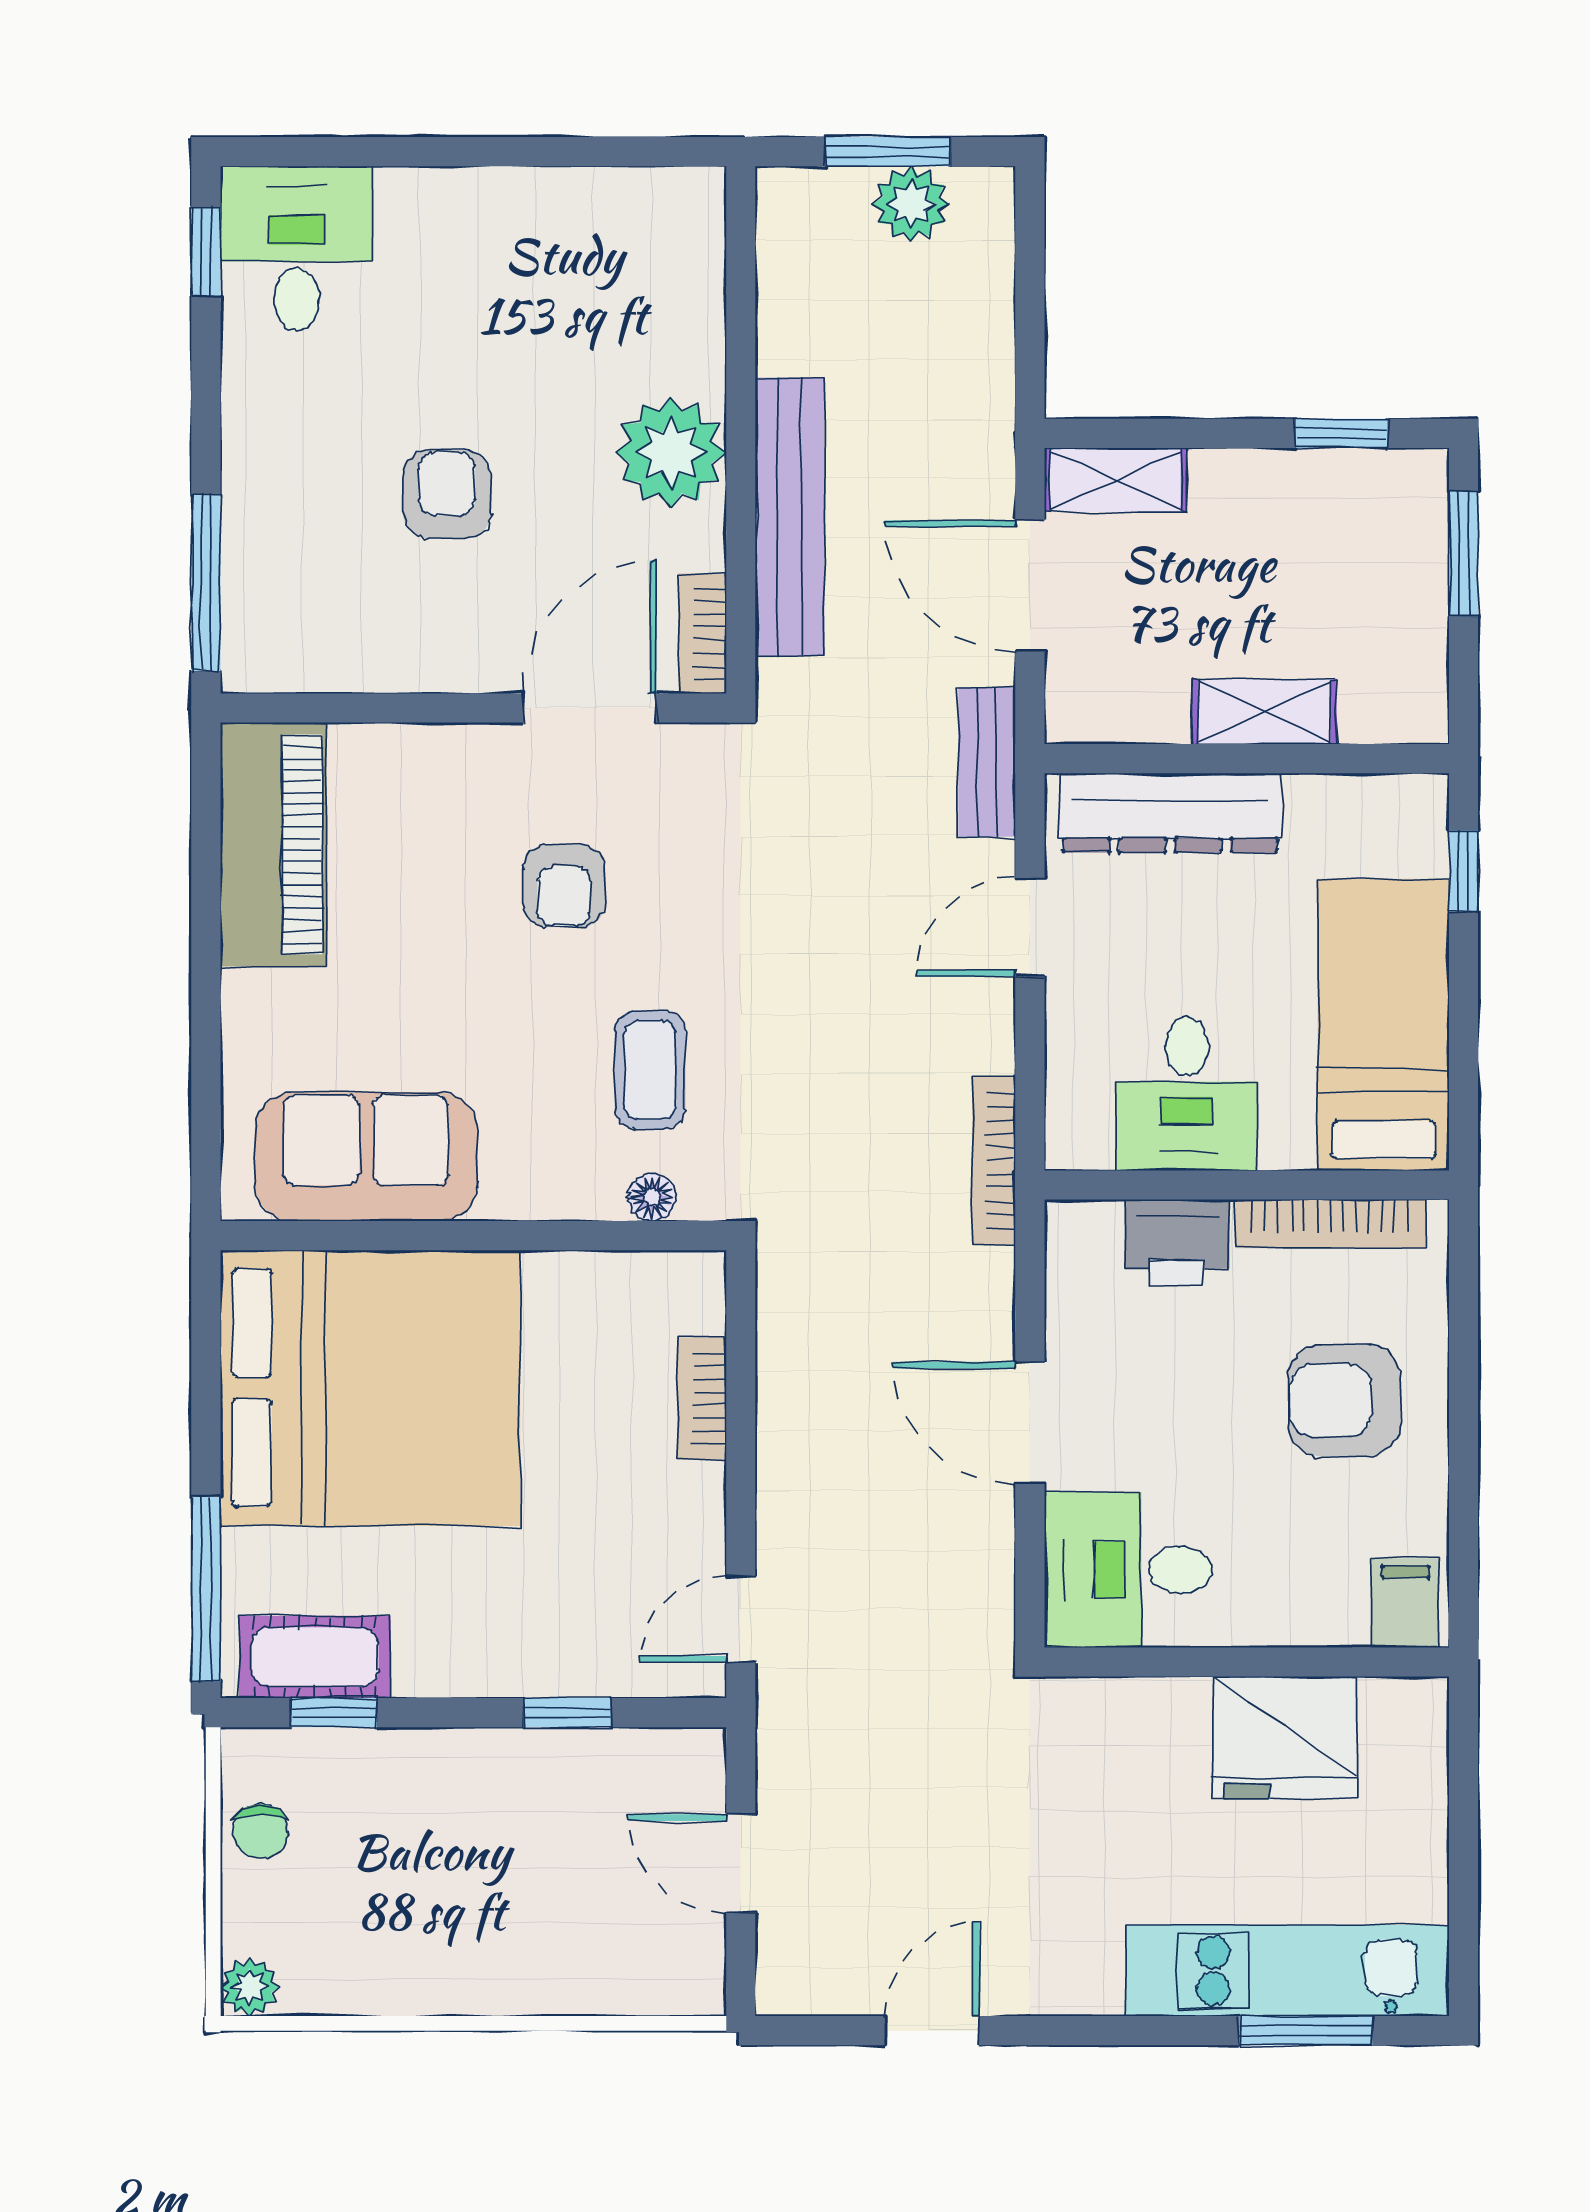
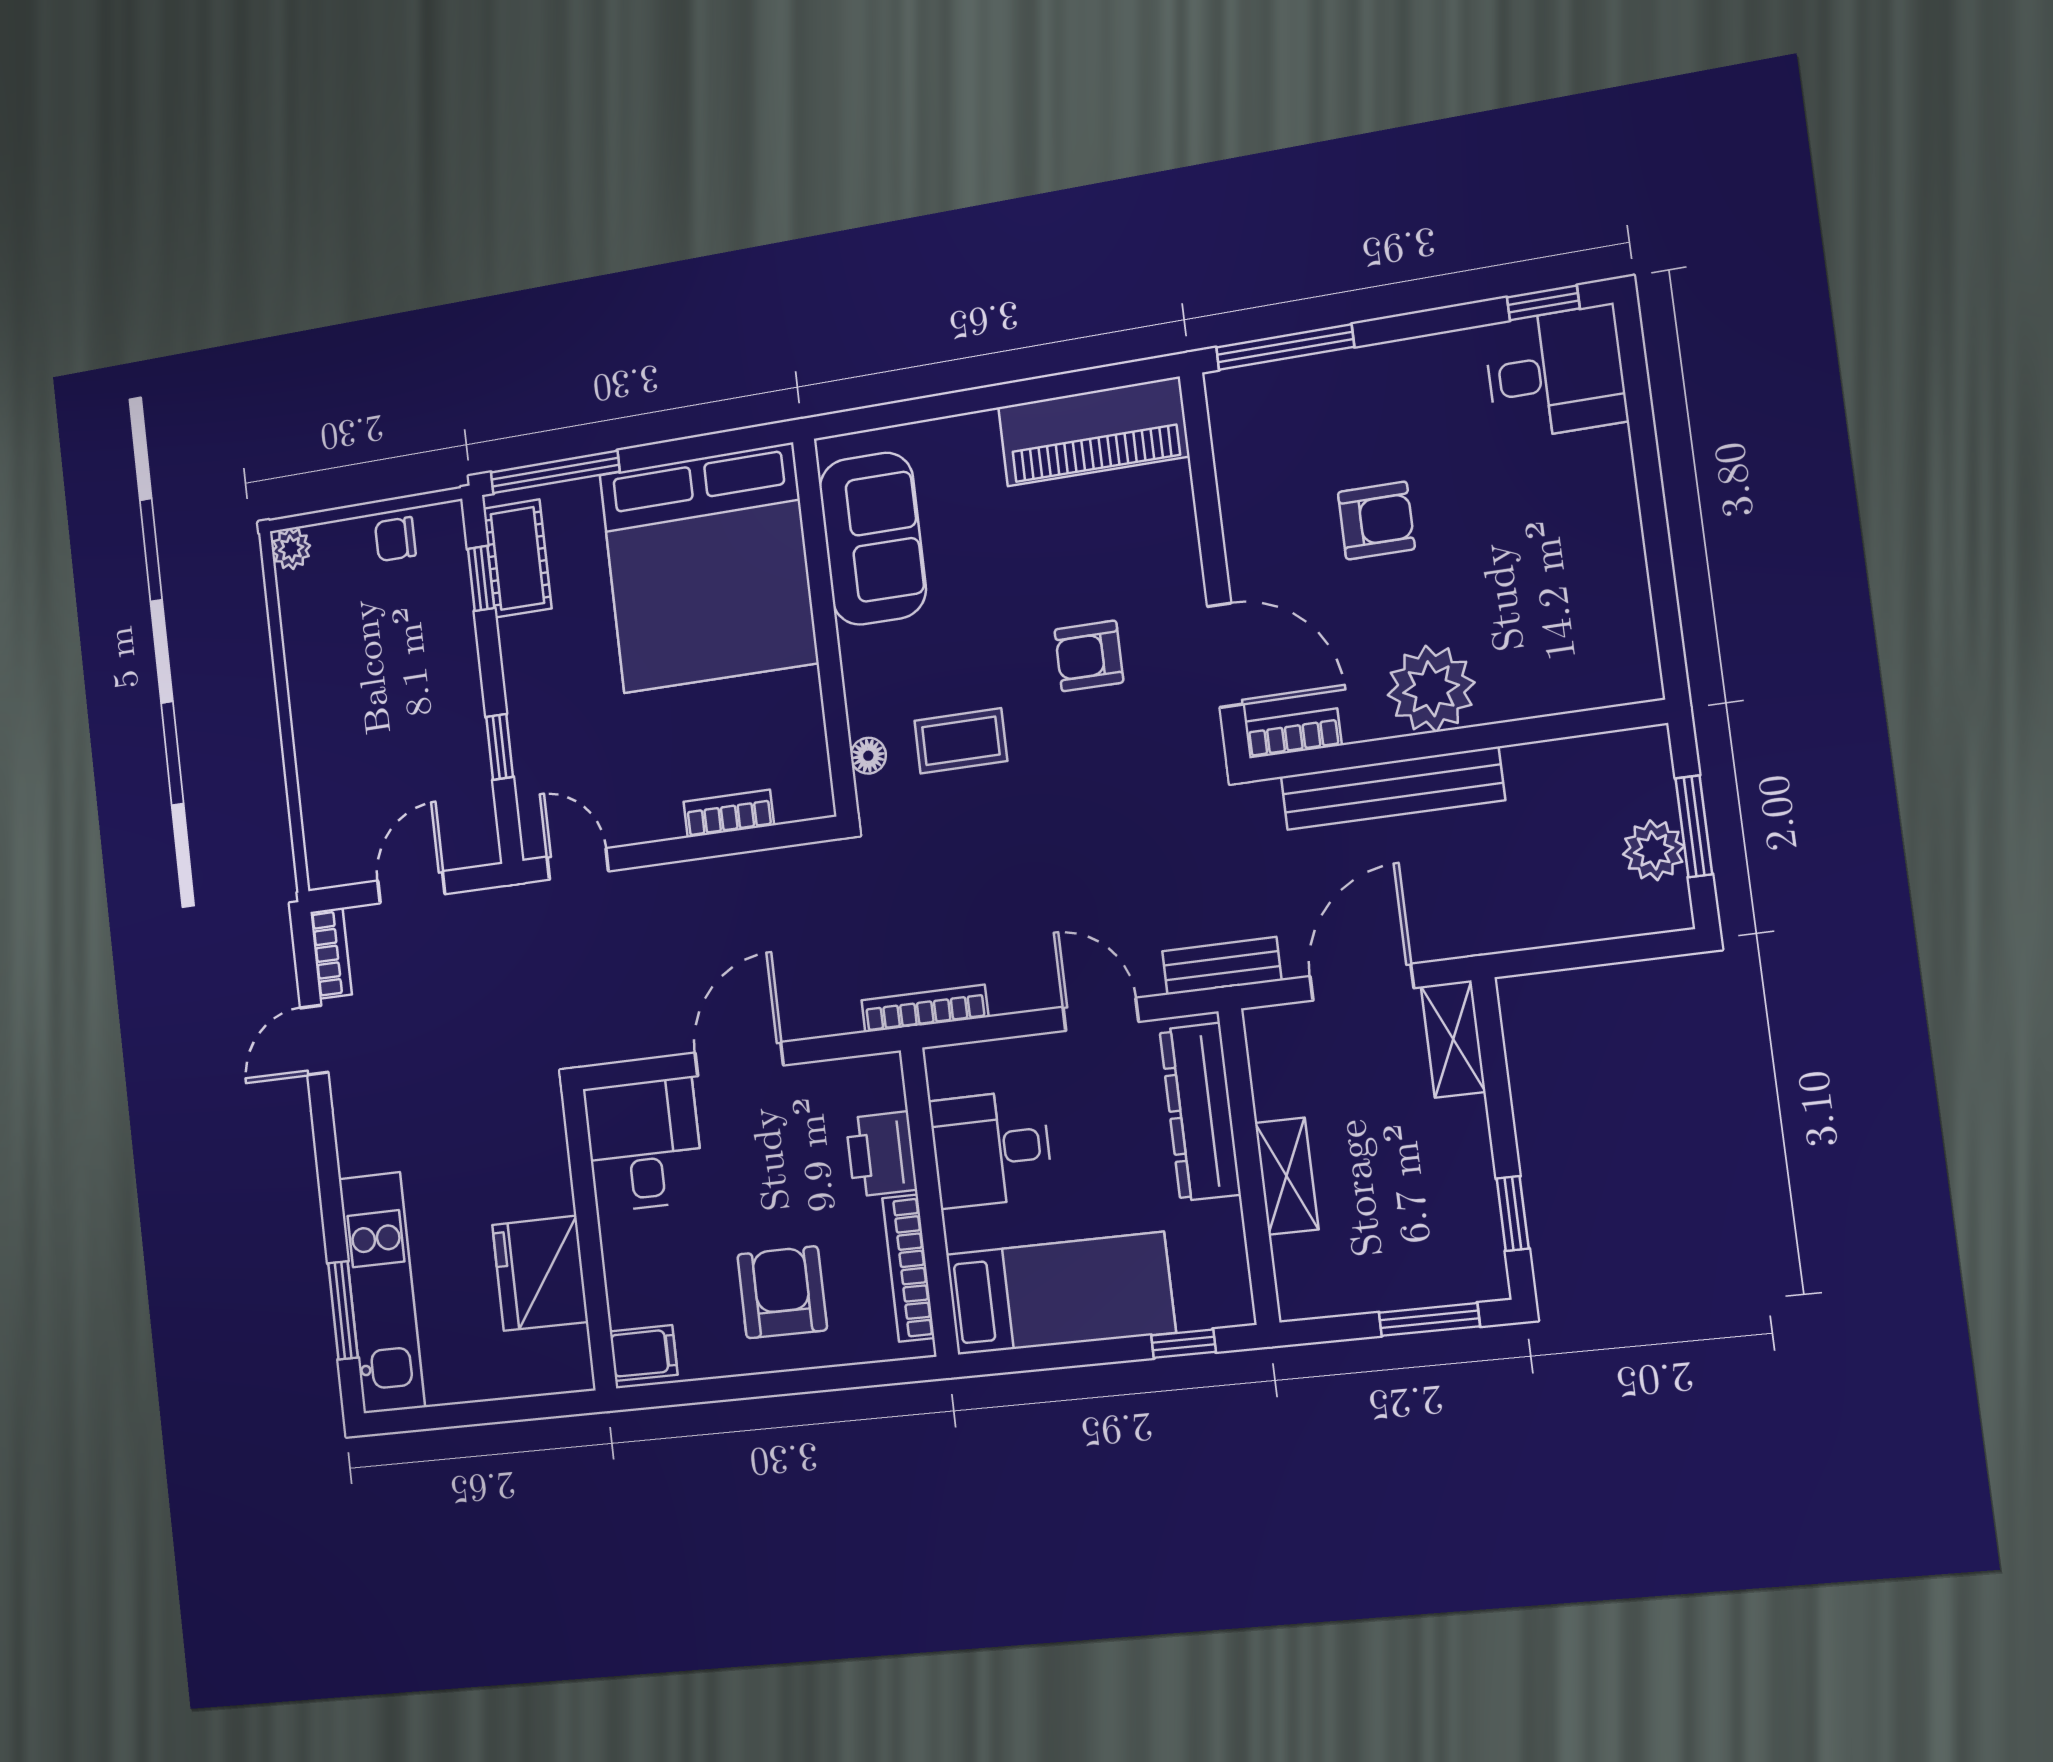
bookcase: (816, 1992) -> (331, 953), added
door: (932, 2031) -> (314, 1040), swing flipped

